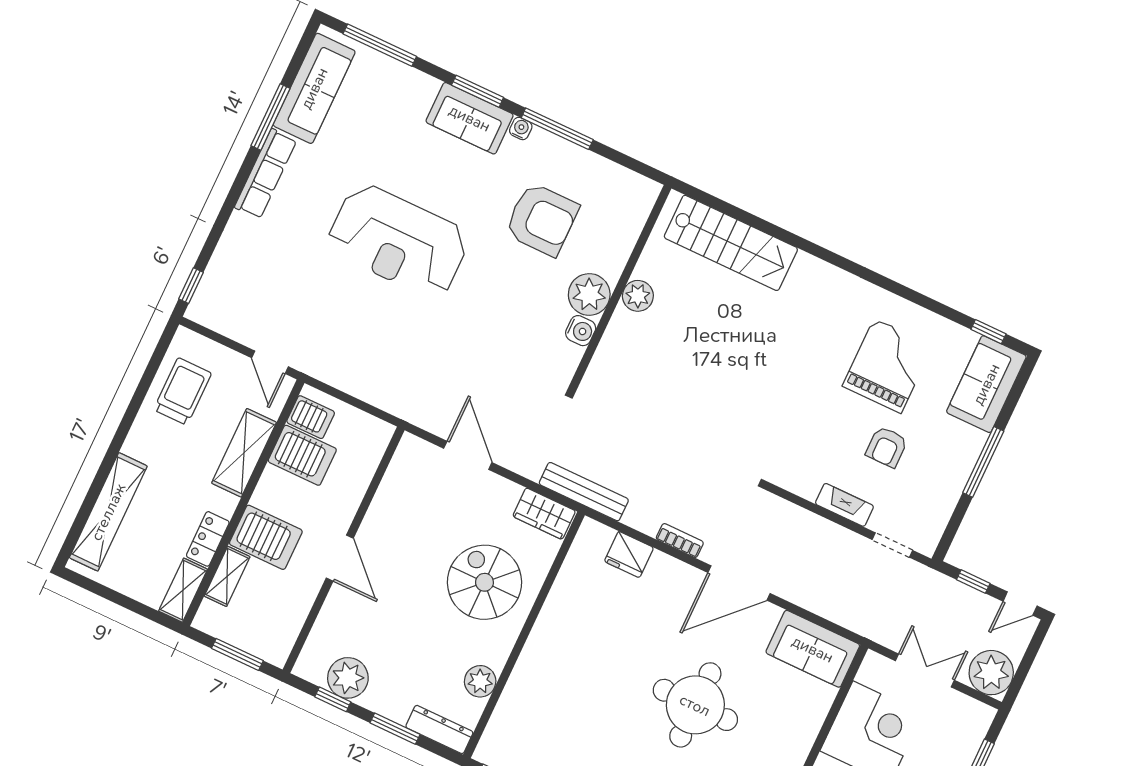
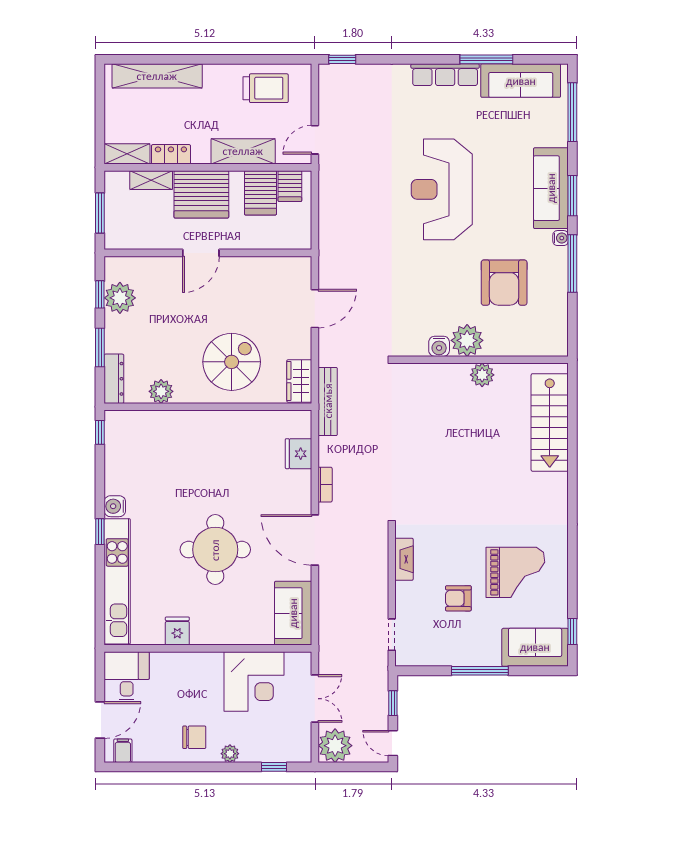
sofa: (470, 118) -> (551, 188), width x1.36
fireplace: (844, 505) -> (404, 559), moved
server rack: (266, 537) -> (201, 194), width x1.60

